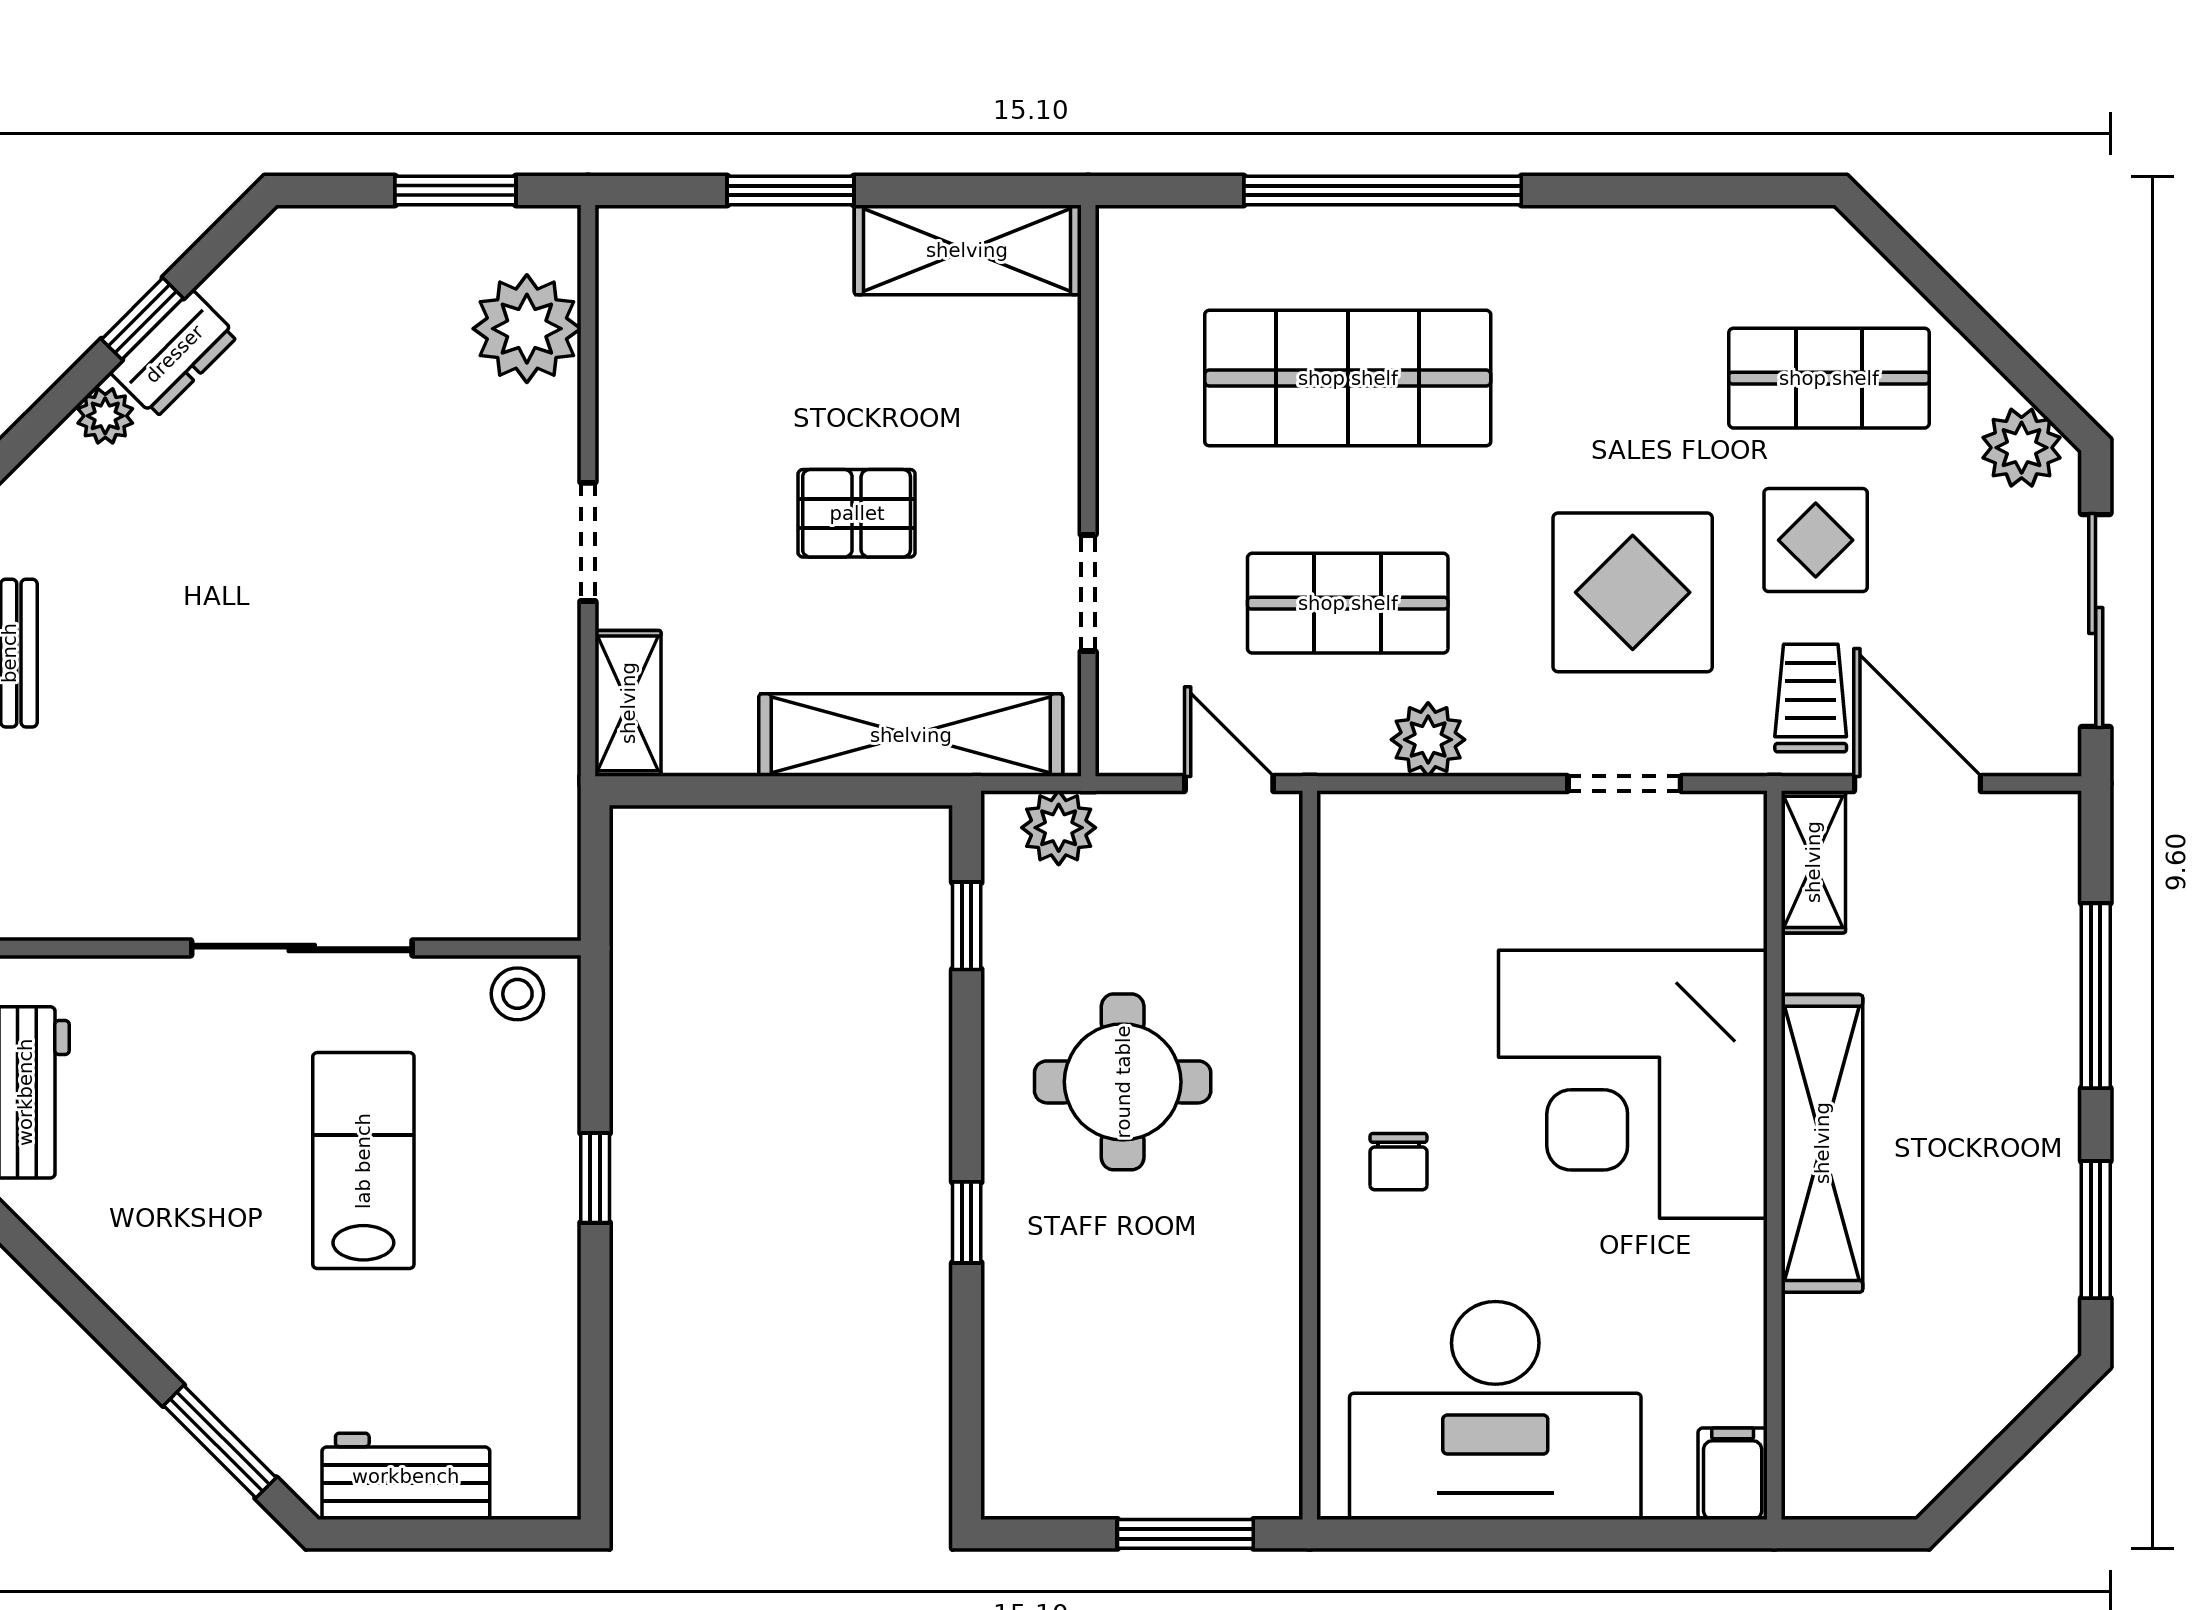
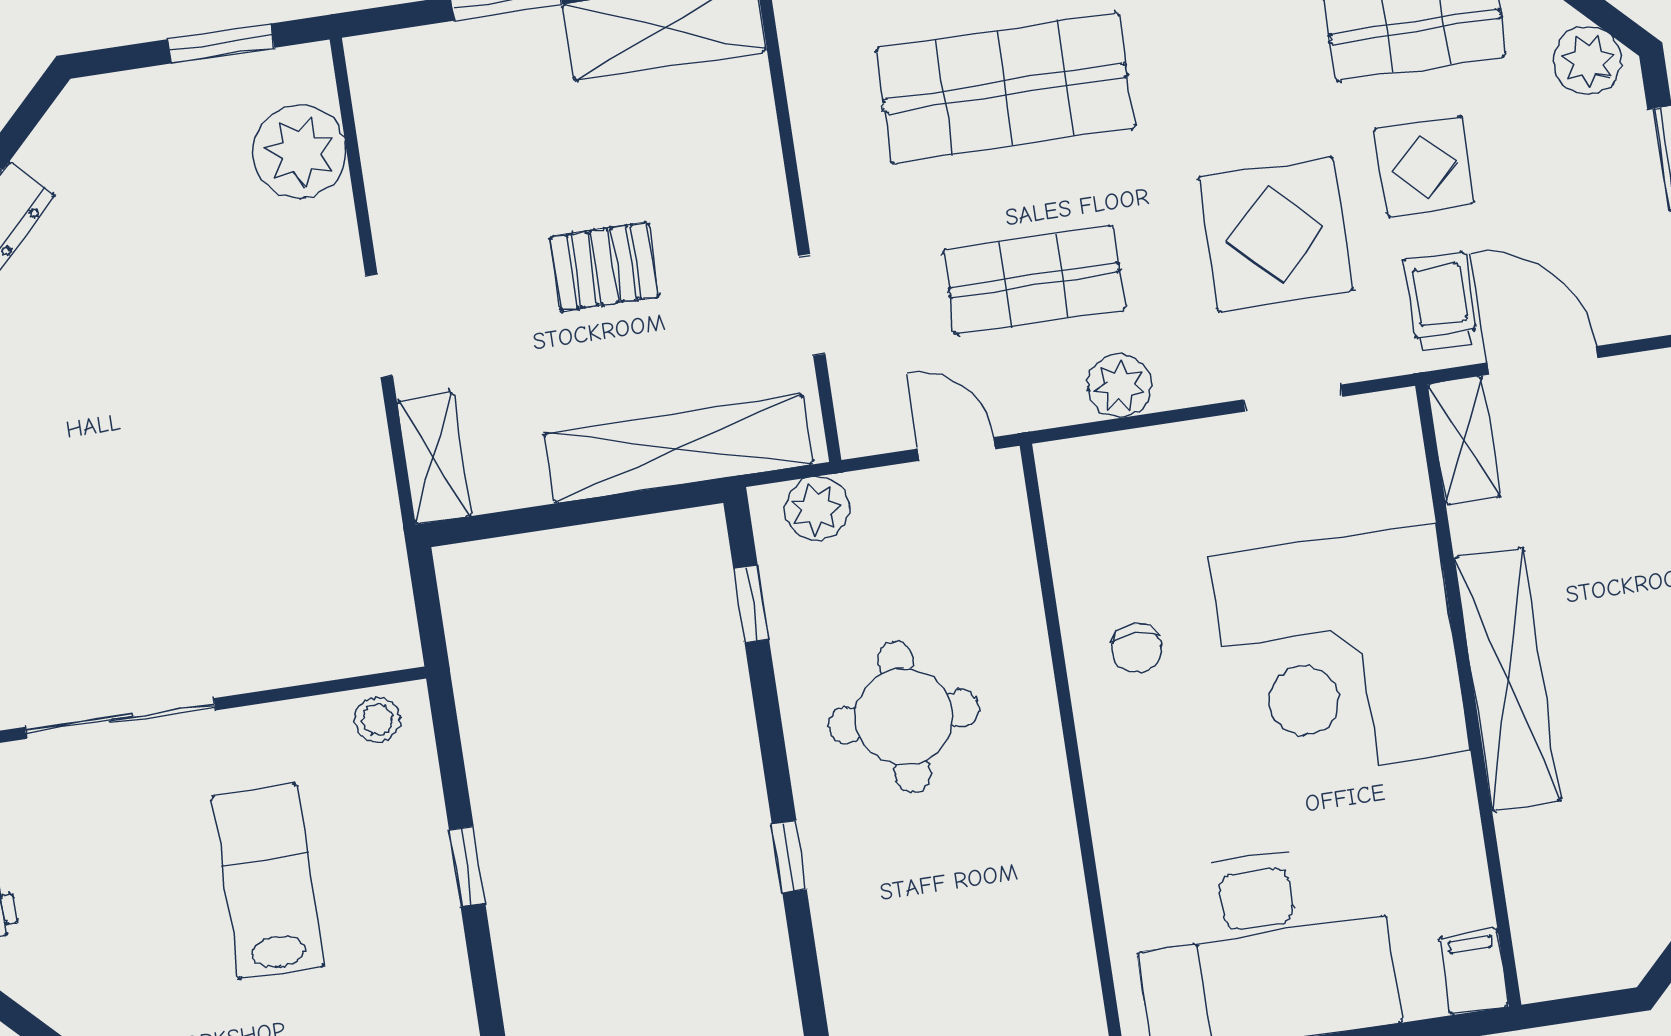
sliding door: (302, 948) -> (120, 719), moved
chair: (1398, 1162) -> (1137, 648), moved

